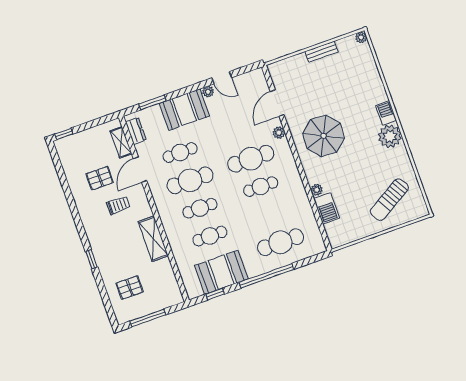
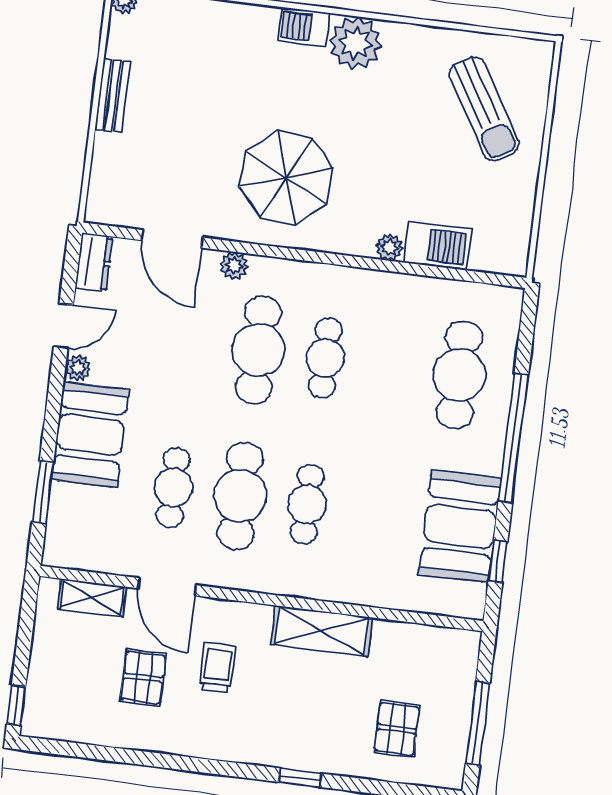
dresser: (136, 131) -> (94, 262), moved, turned 90
cafe table: (210, 236) -> (374, 512), removed

